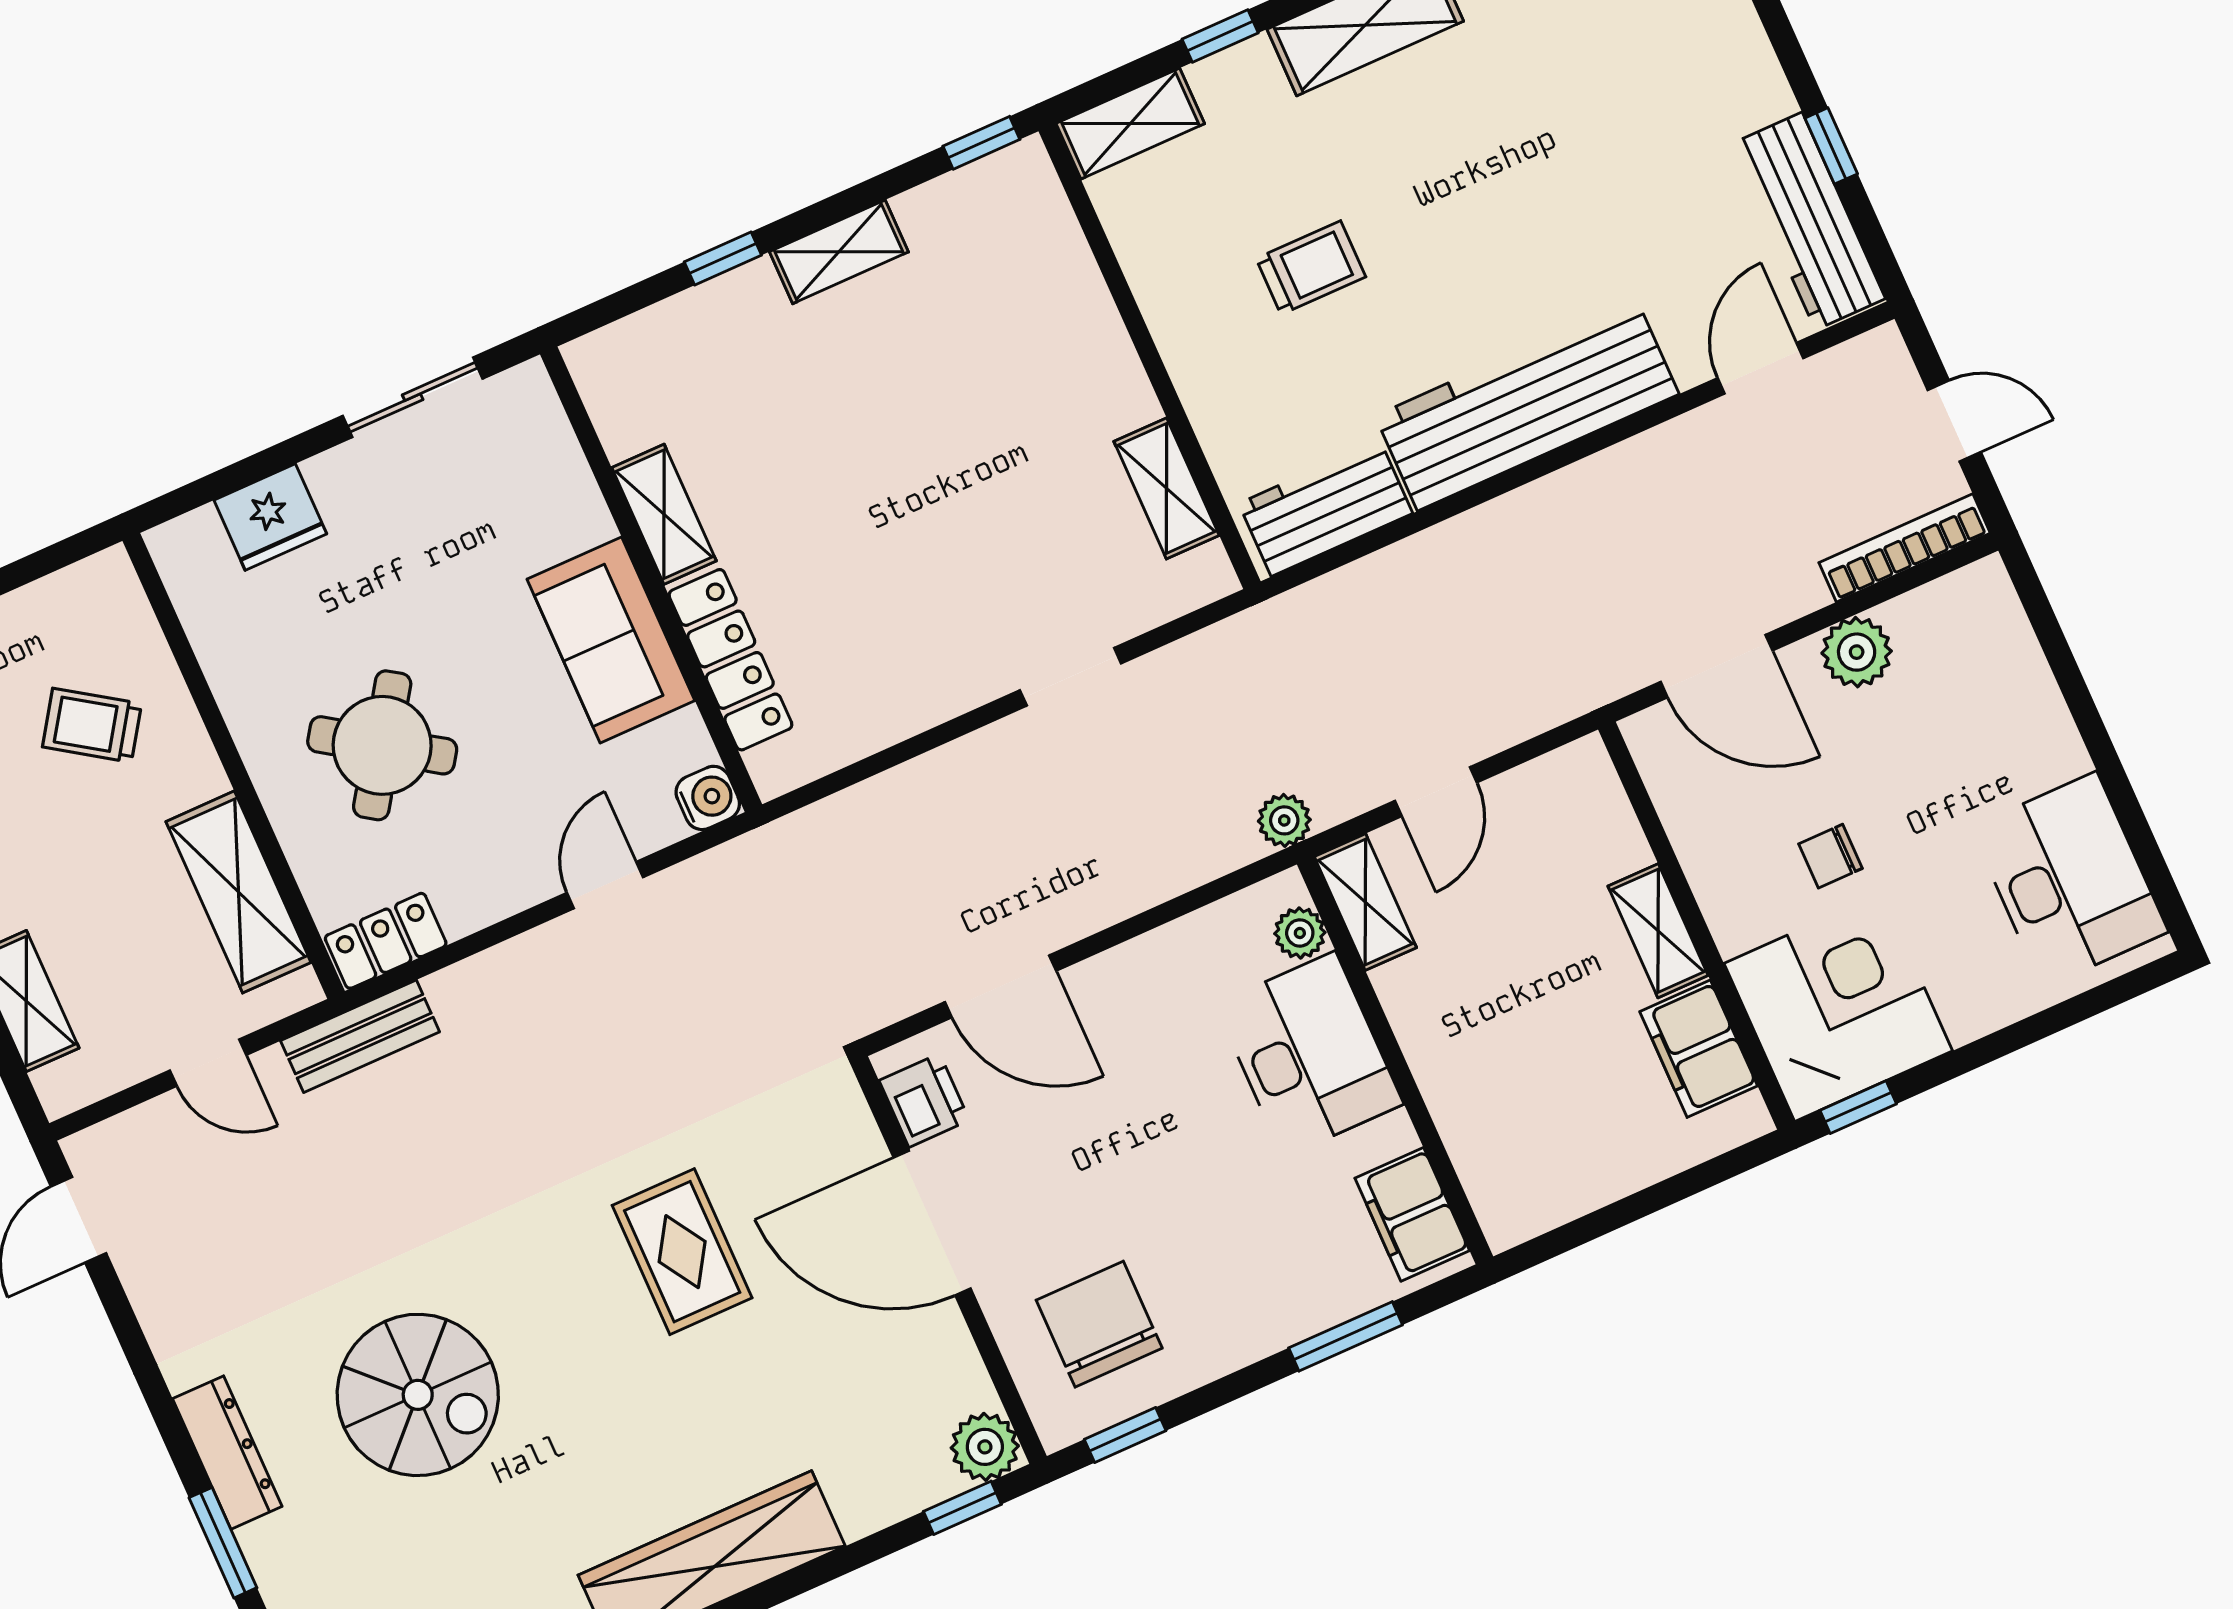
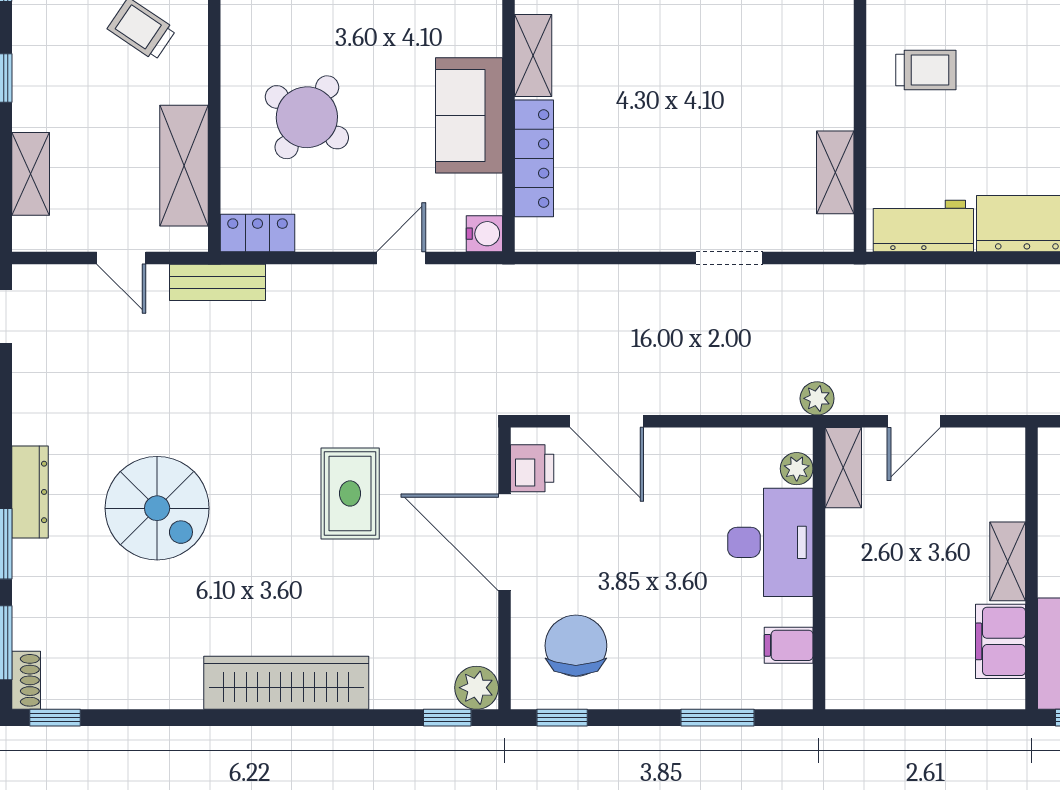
trolley: (1311, 268) -> (926, 70), moved
filing cabinet: (1412, 1214) -> (789, 645), width x0.50

